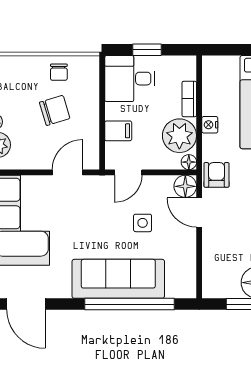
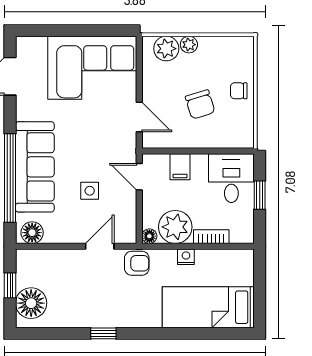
chair: (59, 72) -> (239, 91), moved
floor lamp: (185, 186) -> (32, 233), moved

